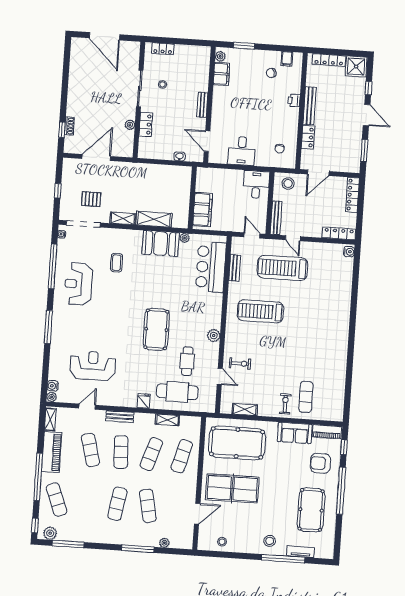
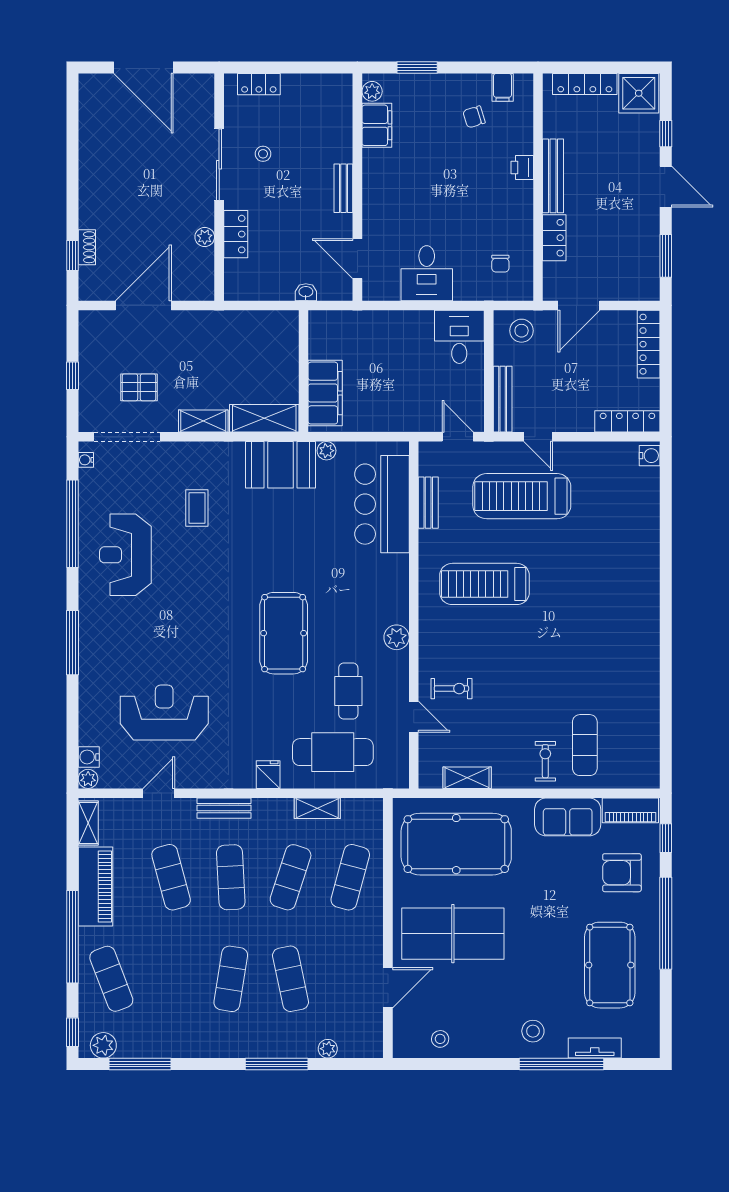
wall: (192, 198) -> (303, 371), moved
filing cabinet: (203, 210) -> (325, 393), moved

